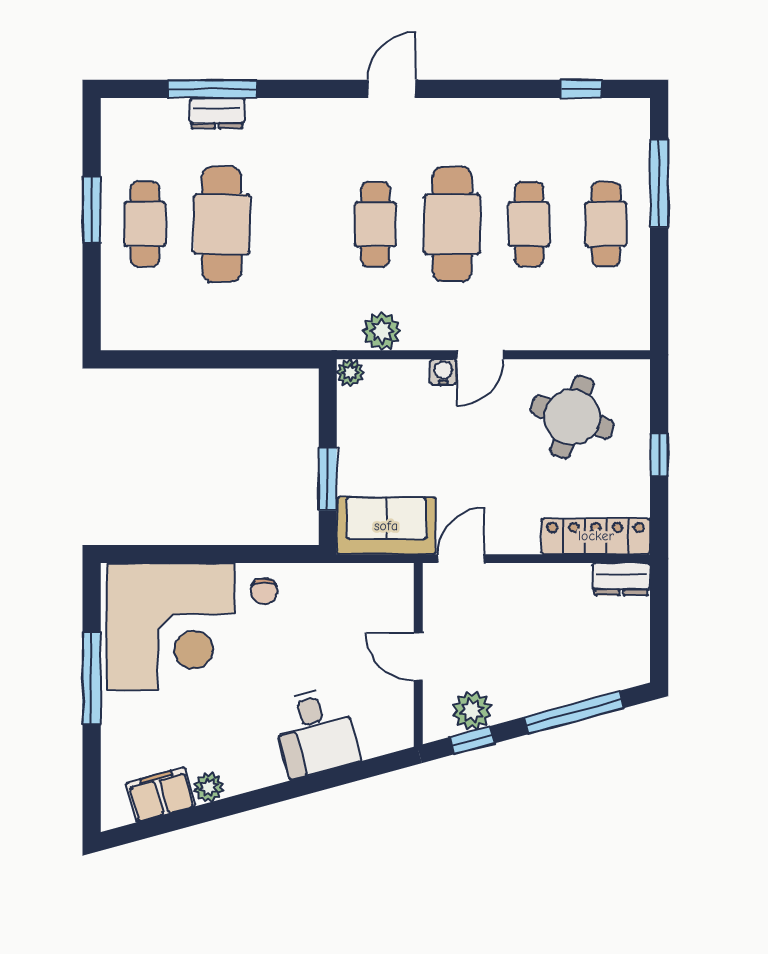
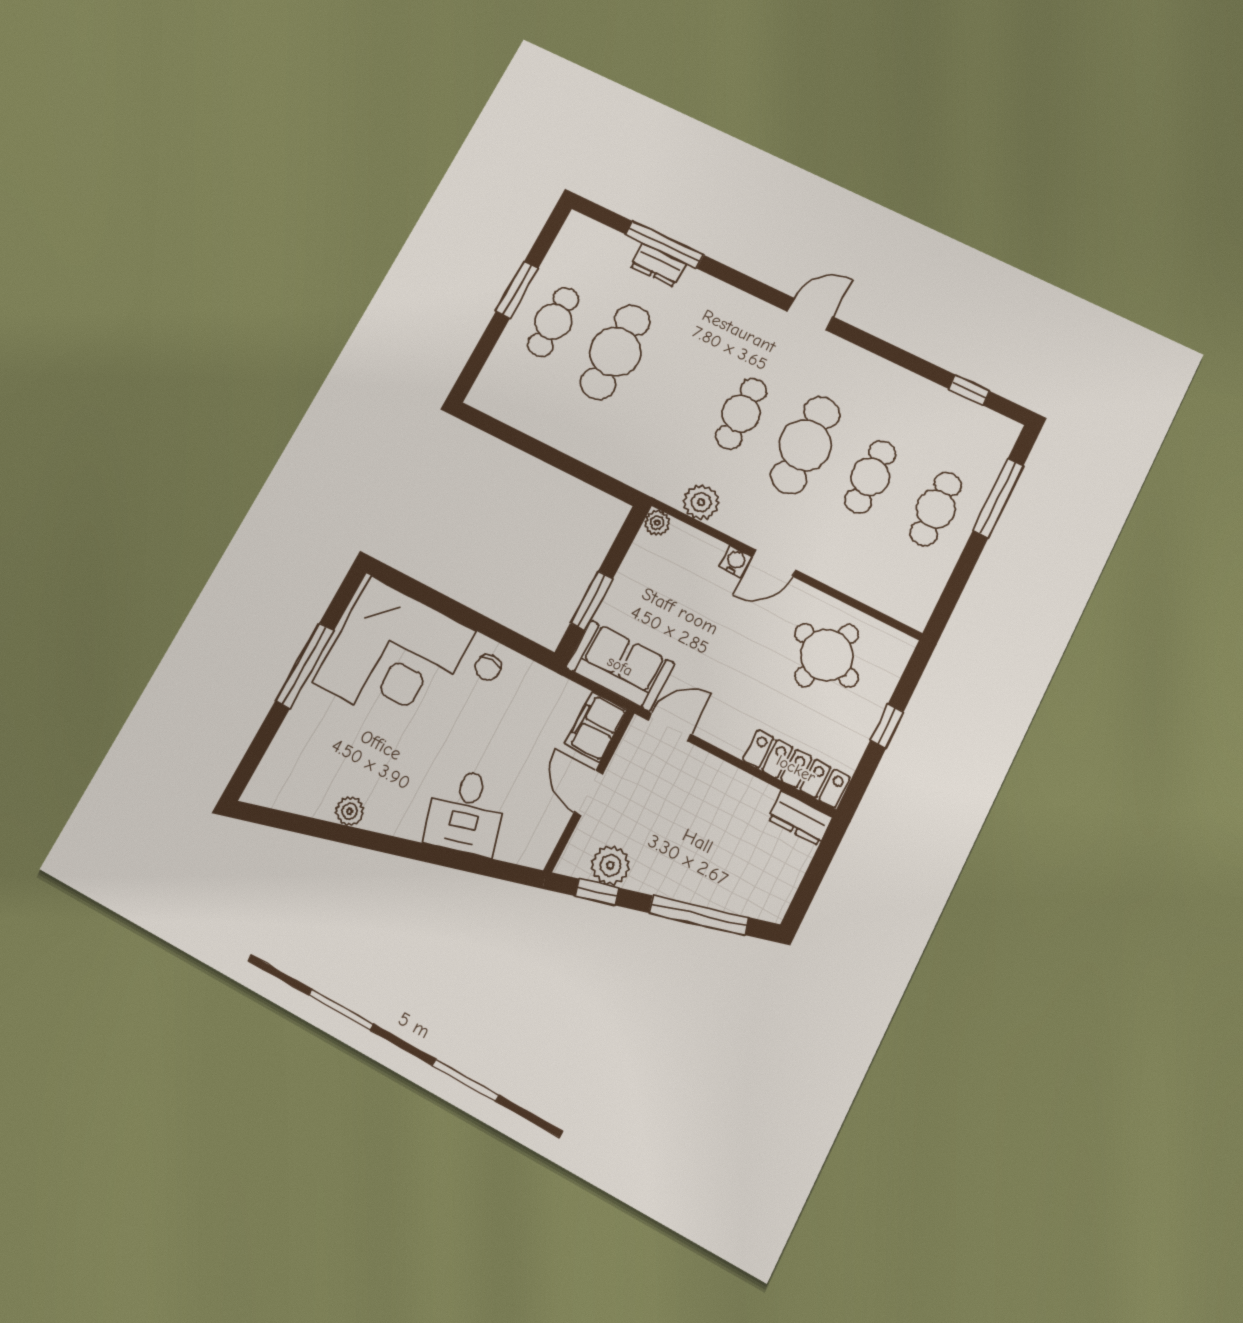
filing cabinet: (161, 795) -> (596, 727), moved, turned -75

